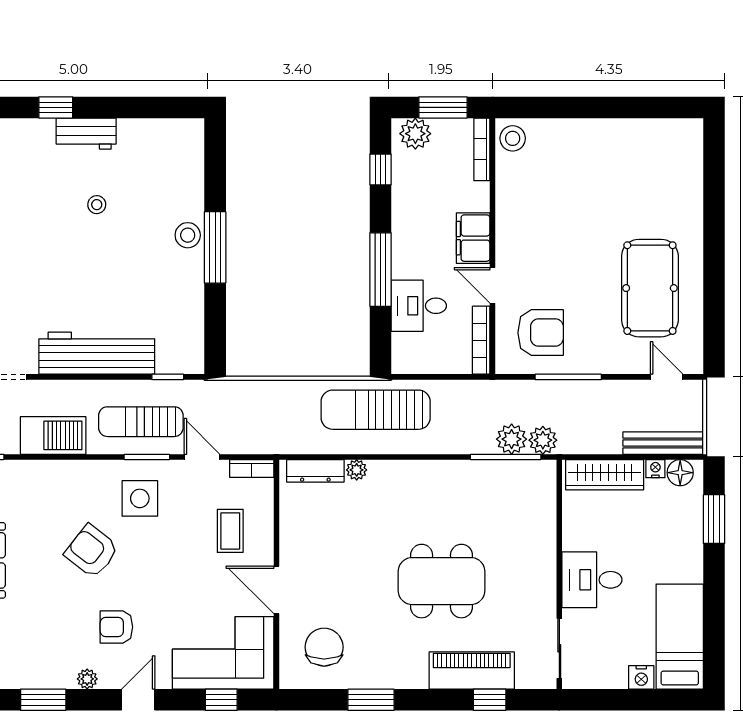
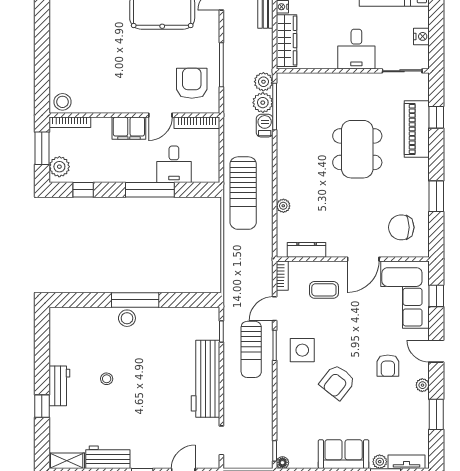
barbecue: (53, 435) -> (265, 126), moved, width x0.53, depth x0.65
dresser: (315, 471) -> (307, 250), moved, turned -90
nightstand: (641, 677) -> (421, 36), moved

